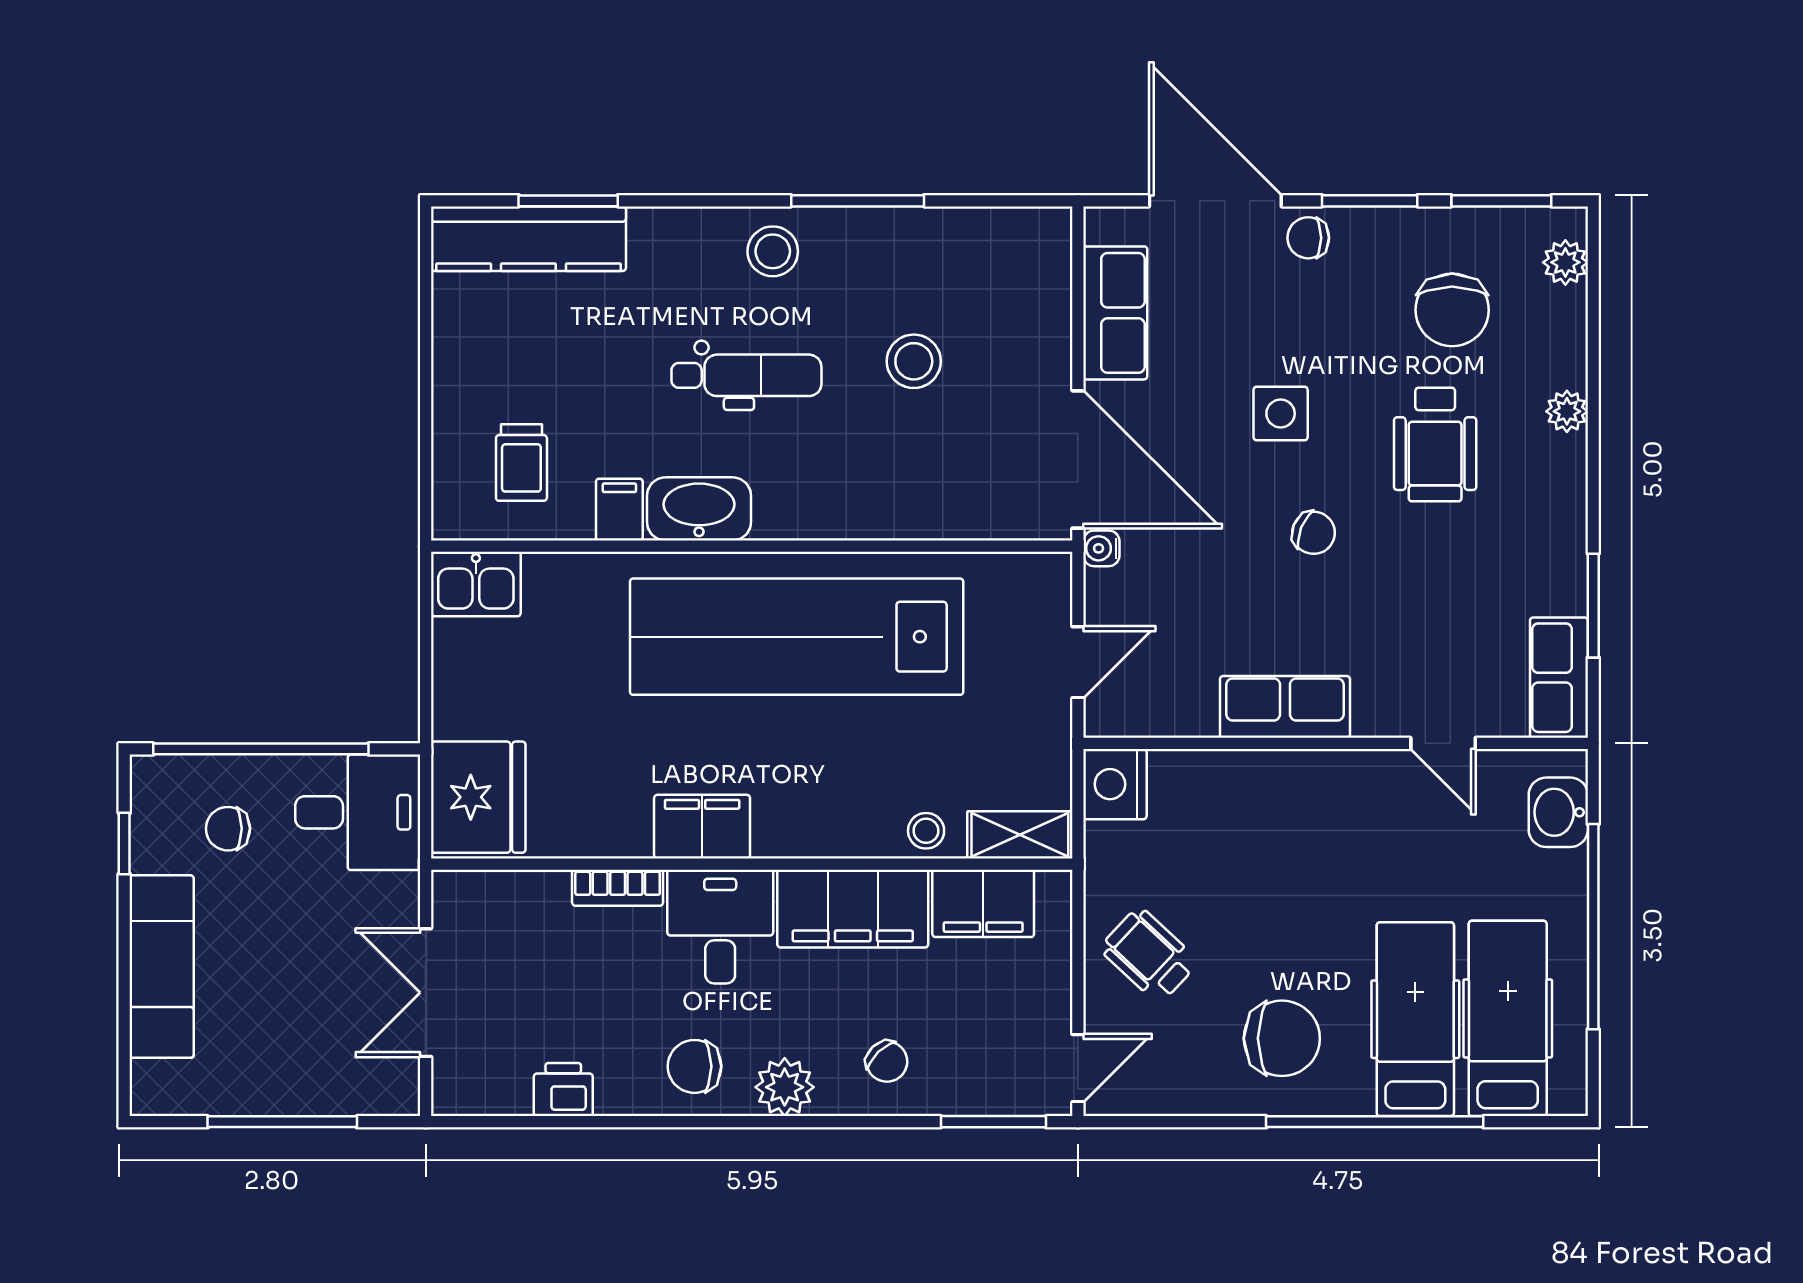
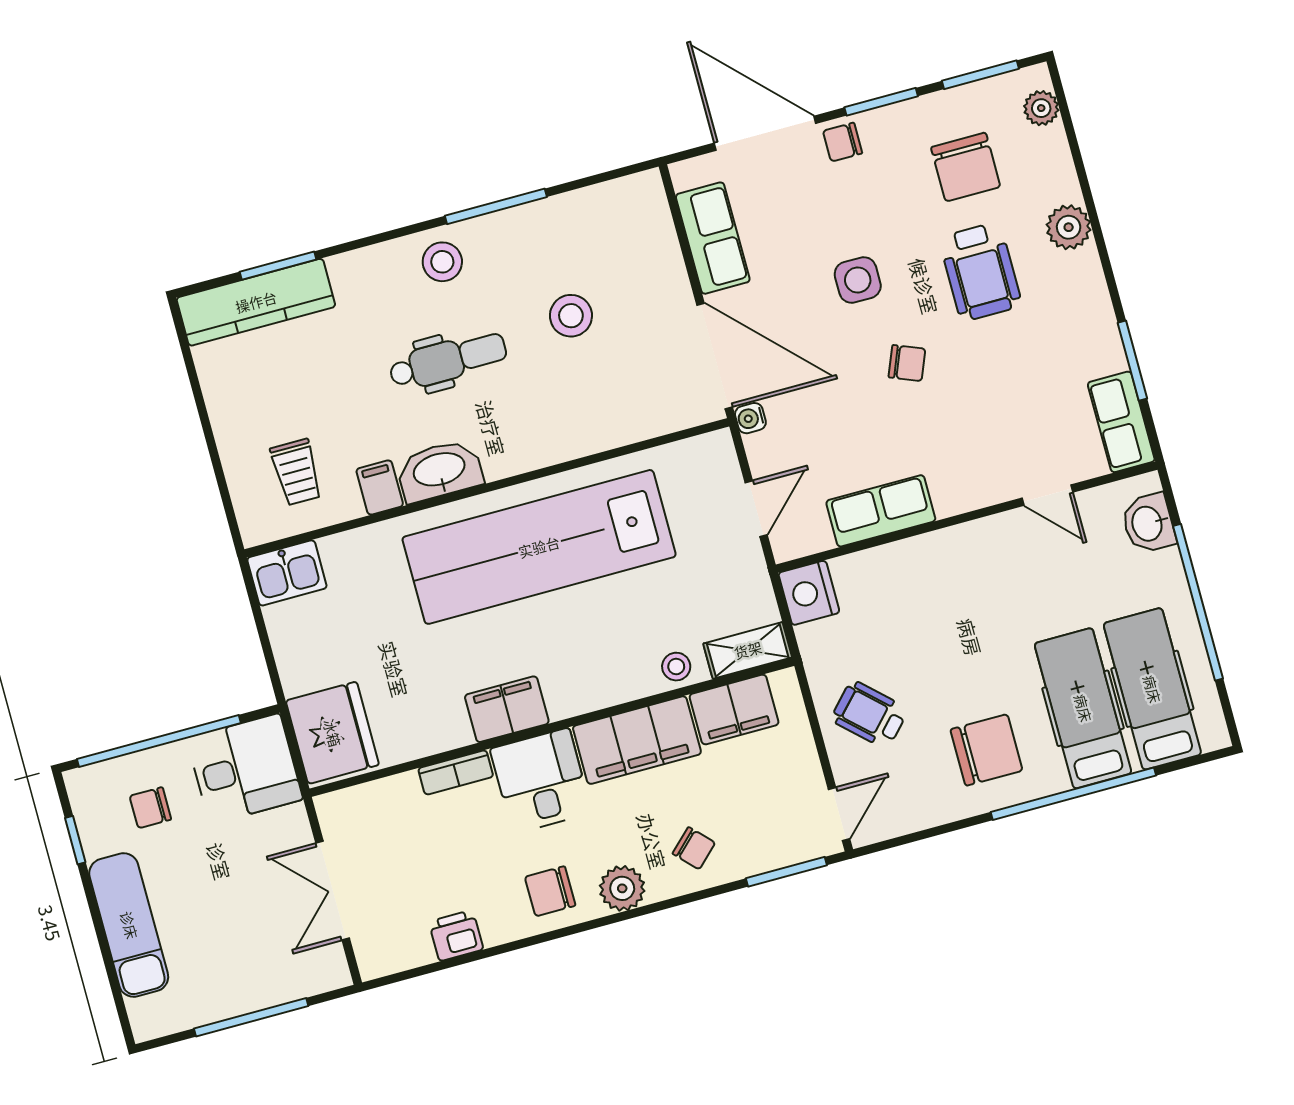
plant: (1567, 411) -> (1069, 227), width x1.38, depth x1.38
row of seats: (1285, 707) -> (881, 511), moved

